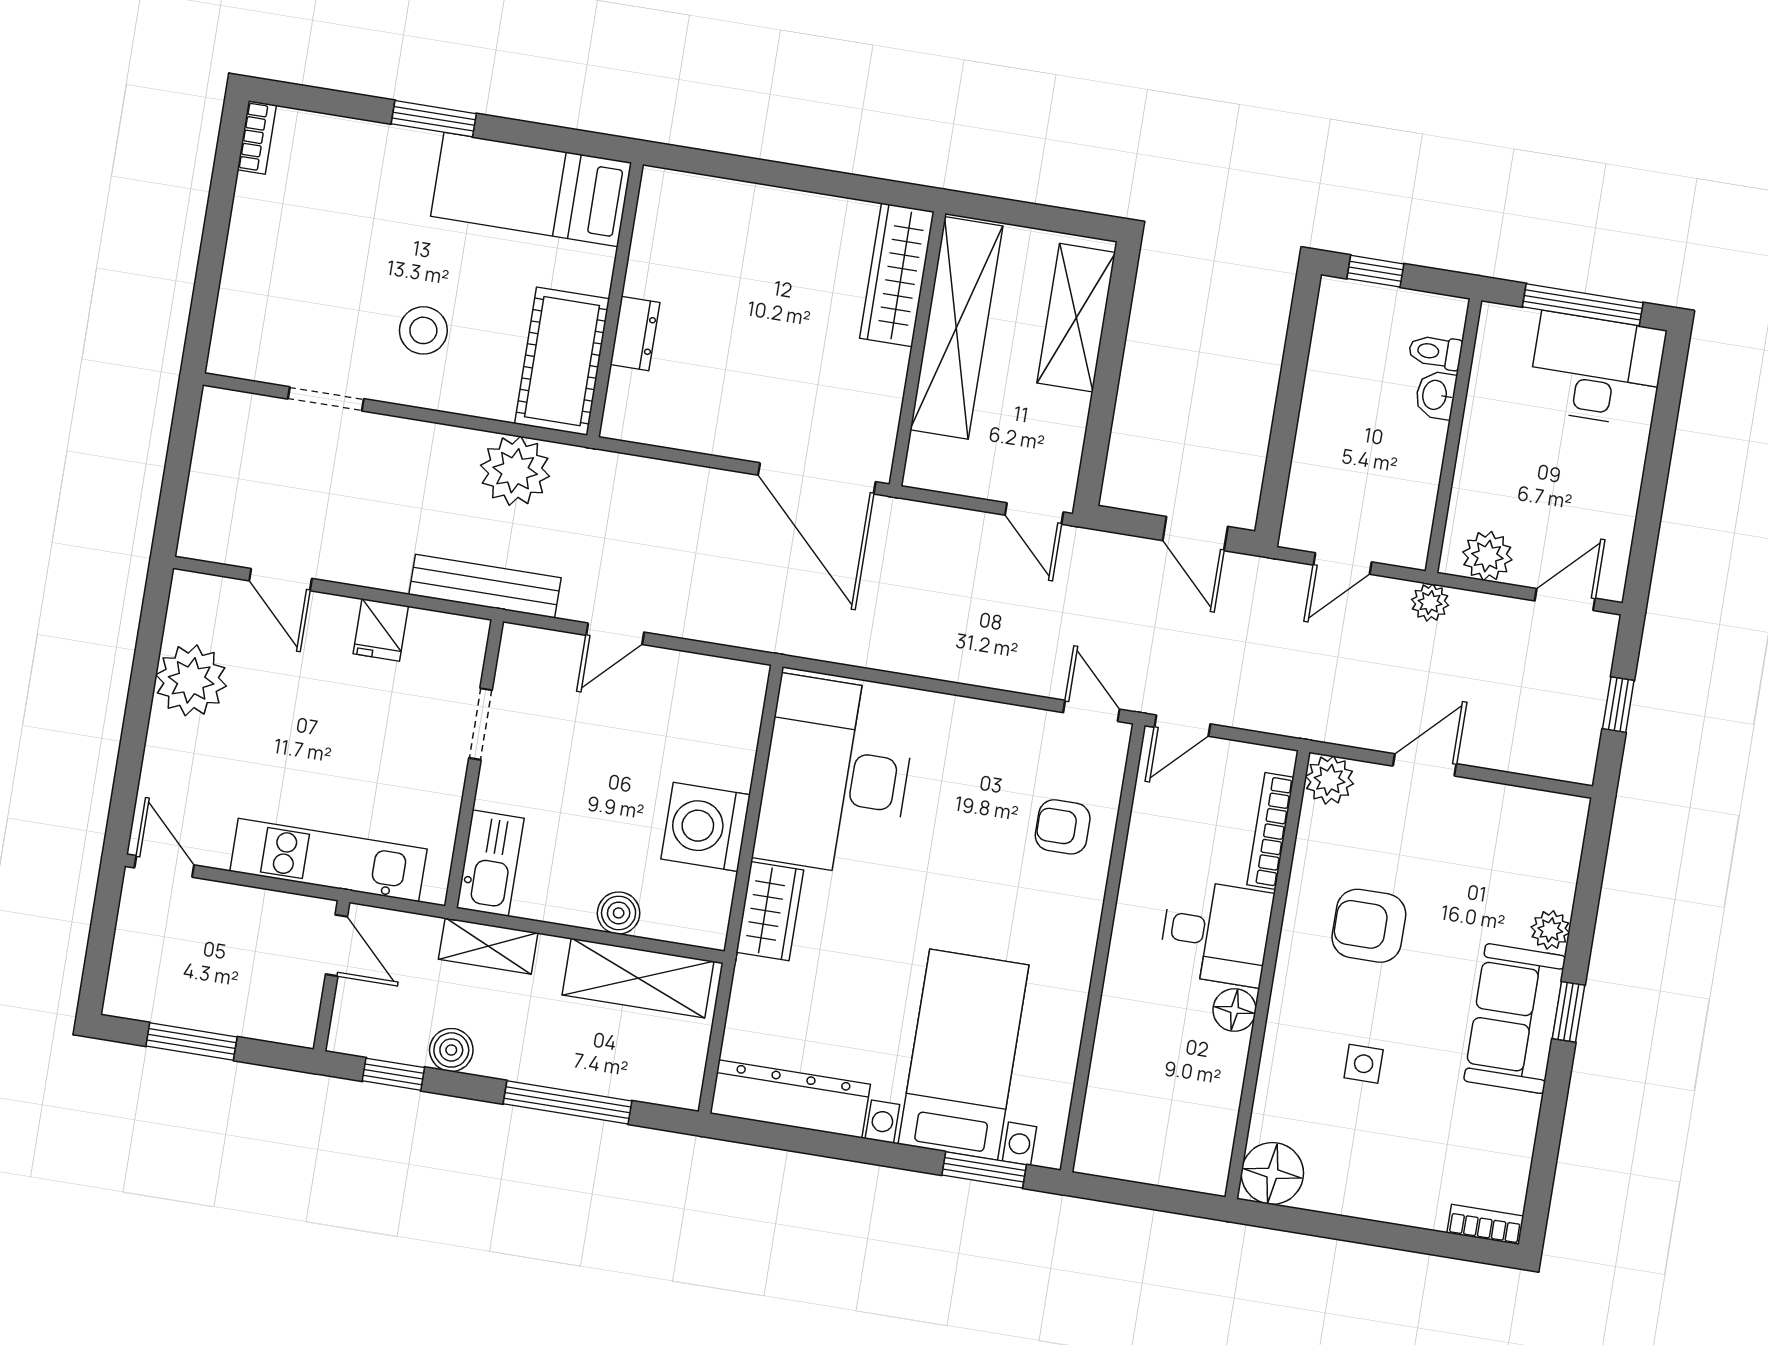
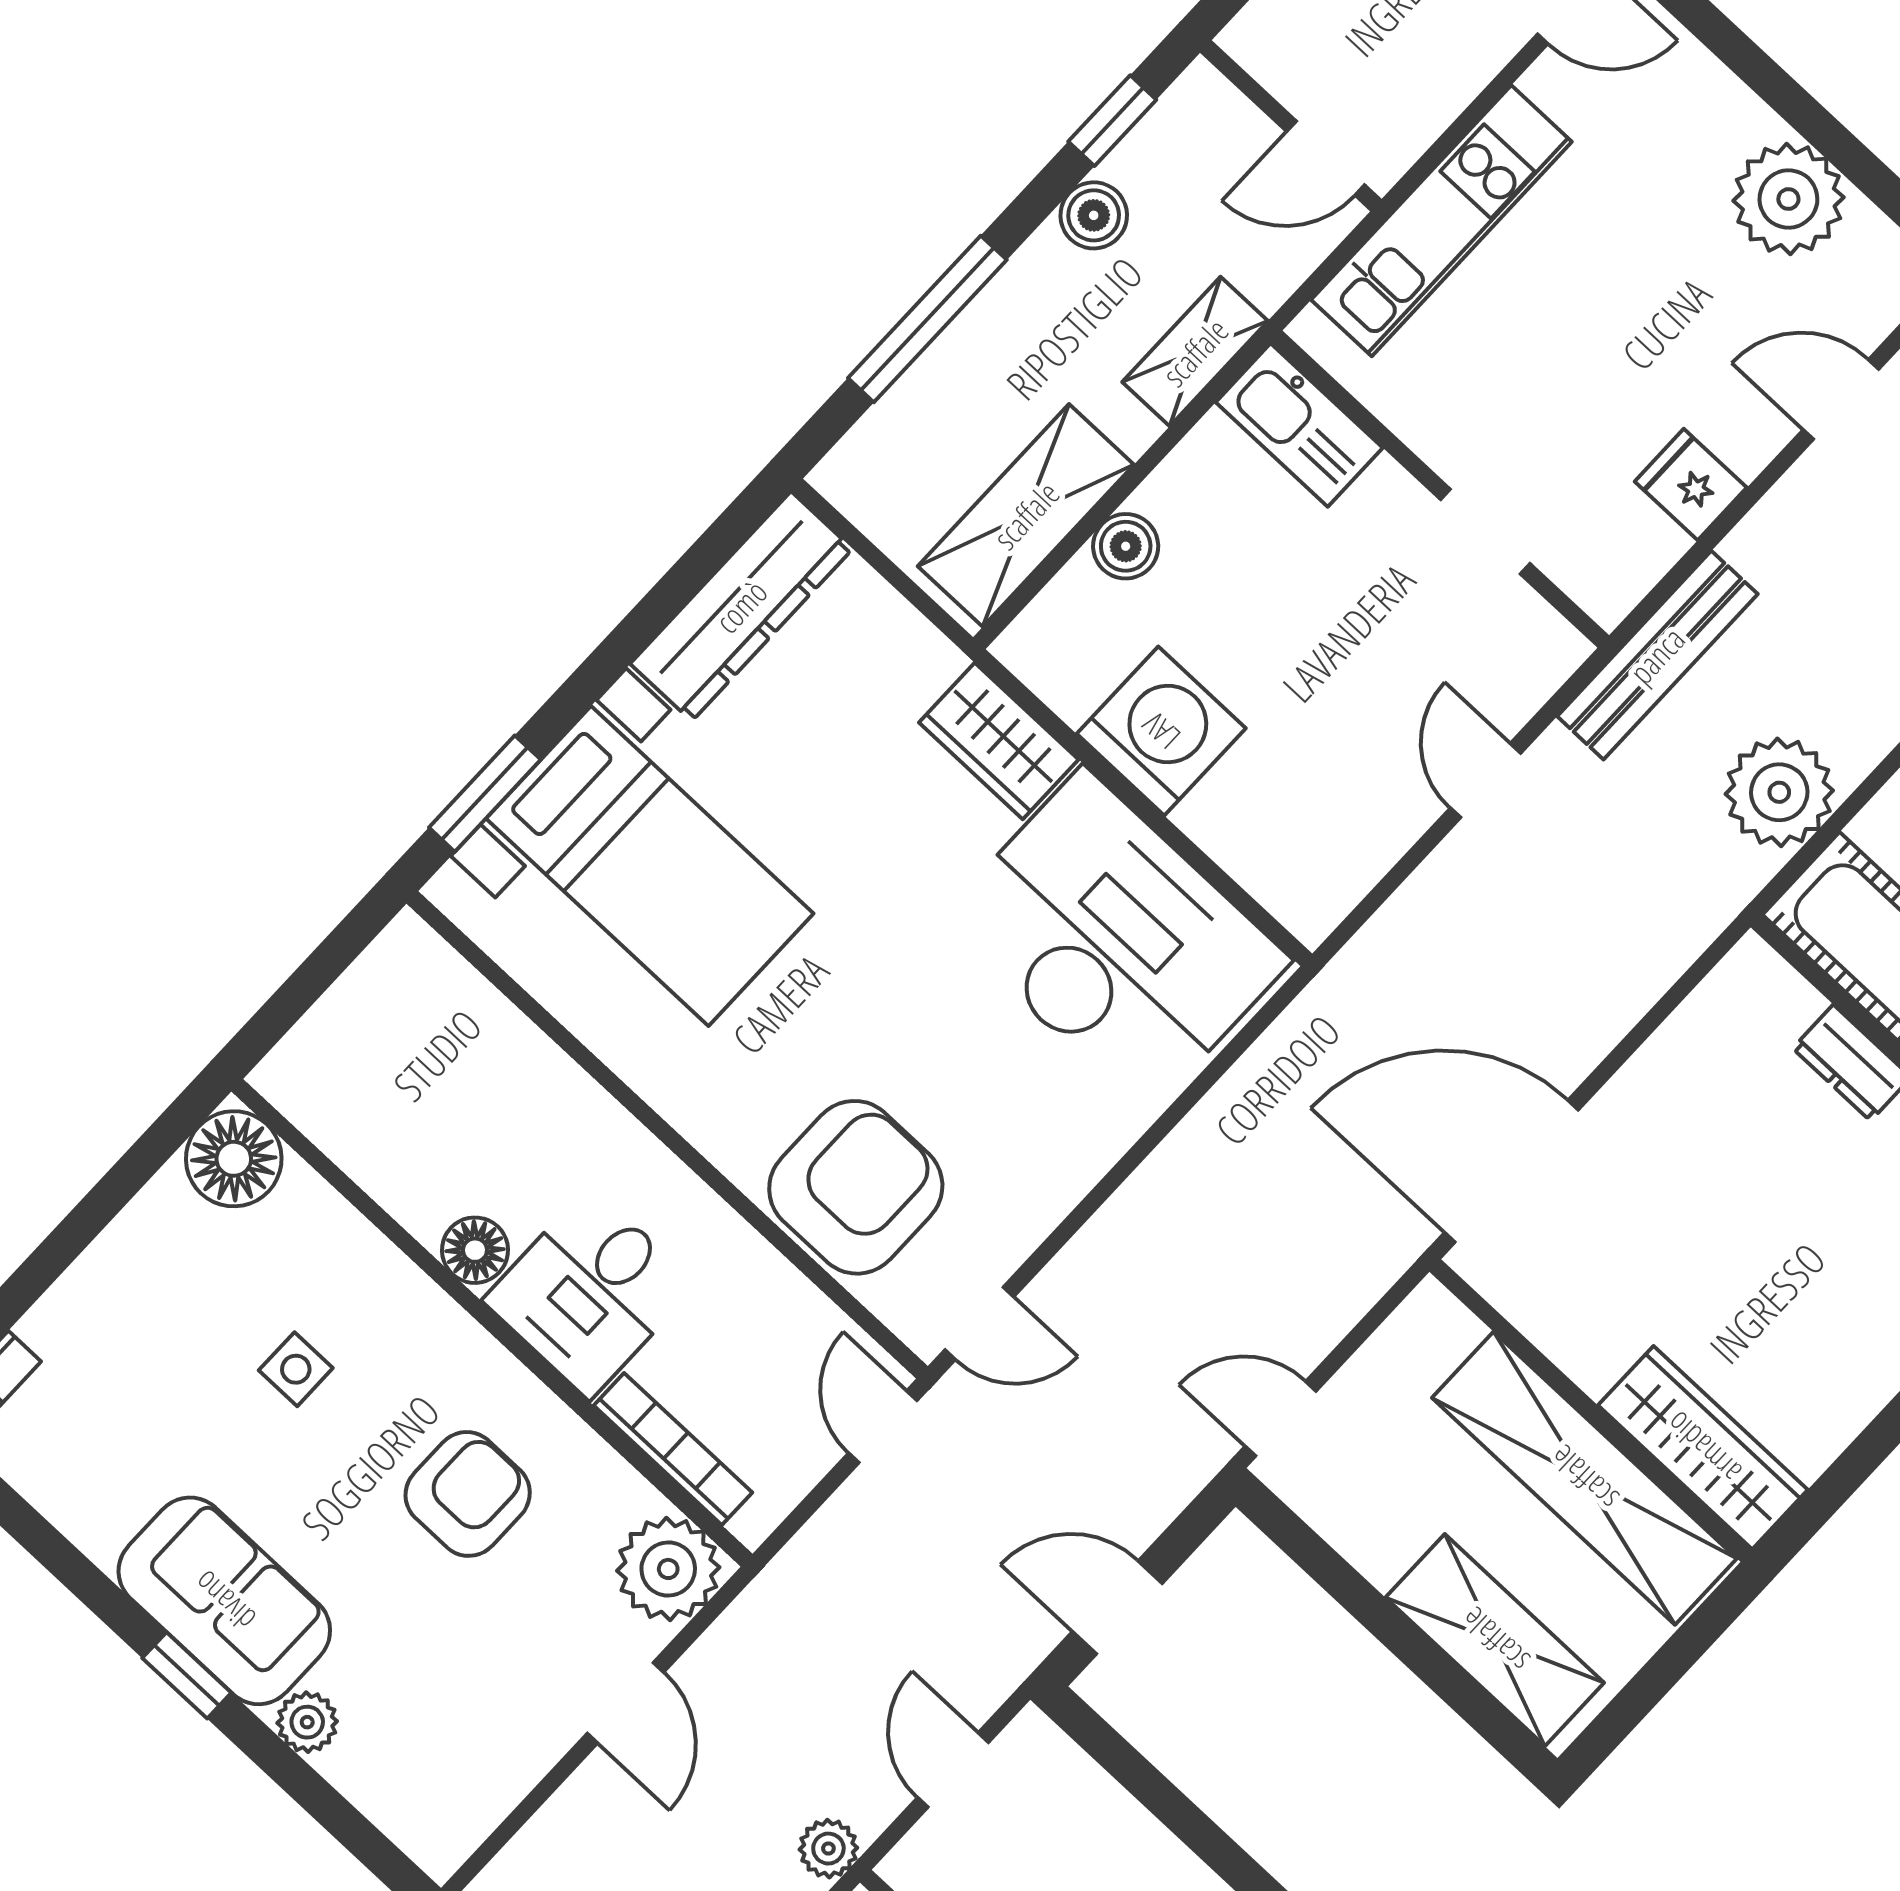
plant: (1329, 780) -> (668, 1569), width x1.36, depth x1.36
armchair: (1063, 827) -> (856, 1187), width x1.88, depth x1.88

